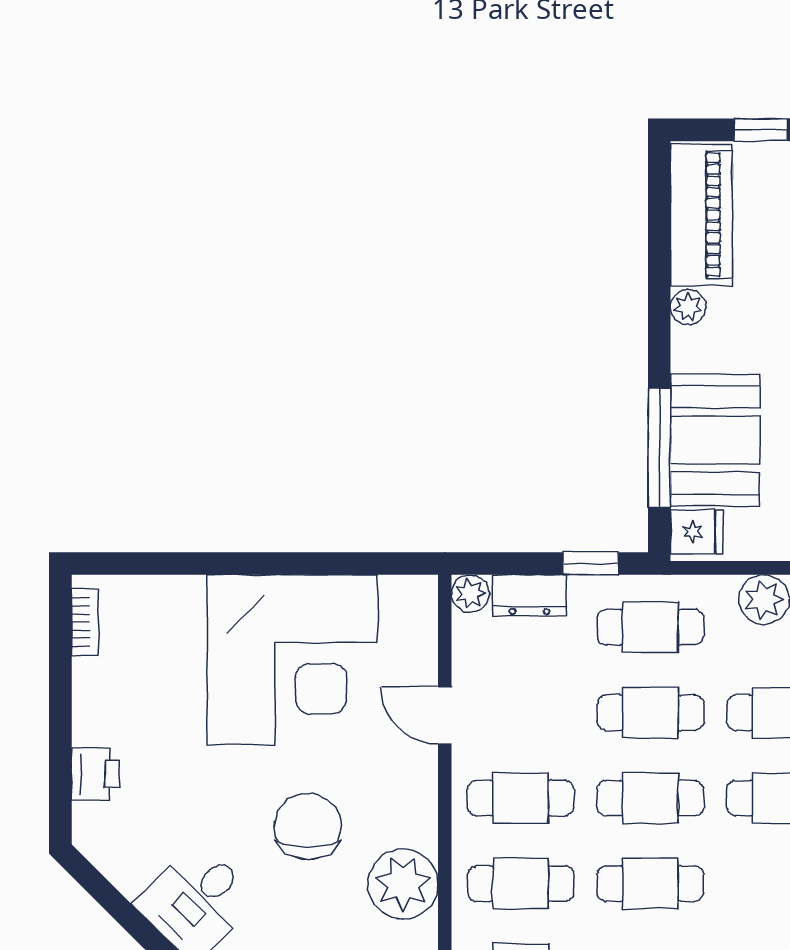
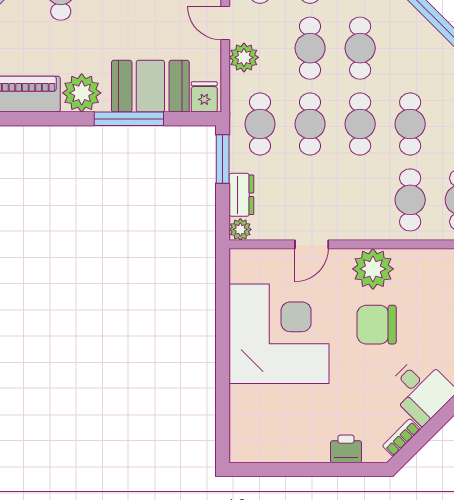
plant: (688, 307) -> (82, 93), width x1.87, depth x1.87
window: (659, 448) -> (129, 119), moved
window: (591, 563) -> (223, 159), width x1.50
bookcase: (85, 622) -> (401, 438), moved, turned -45
cafe table: (521, 798) -> (360, 200), removed
plant: (403, 884) -> (373, 269), moved

